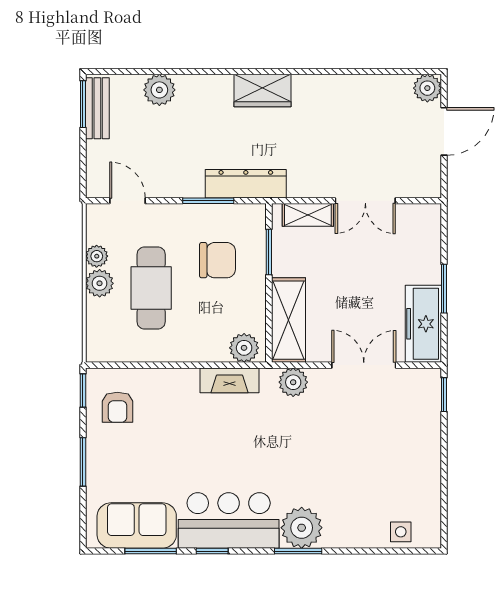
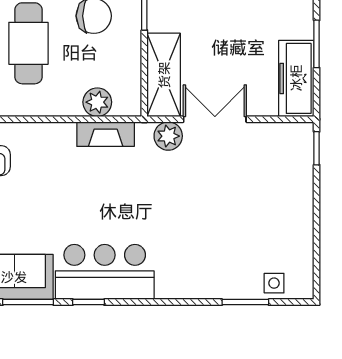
plant: (244, 348) -> (97, 102), moved
double door: (364, 365) -> (215, 119), moved
plant: (302, 528) -> (176, 279), removed
window: (298, 551) -> (245, 302), moved

